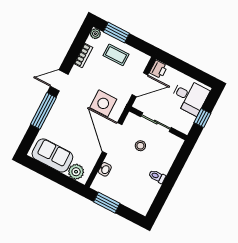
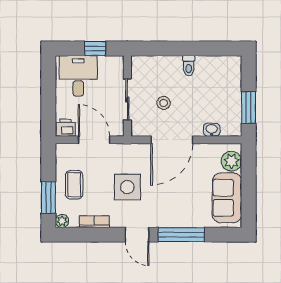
side table: (103, 103) -> (127, 187), moved

